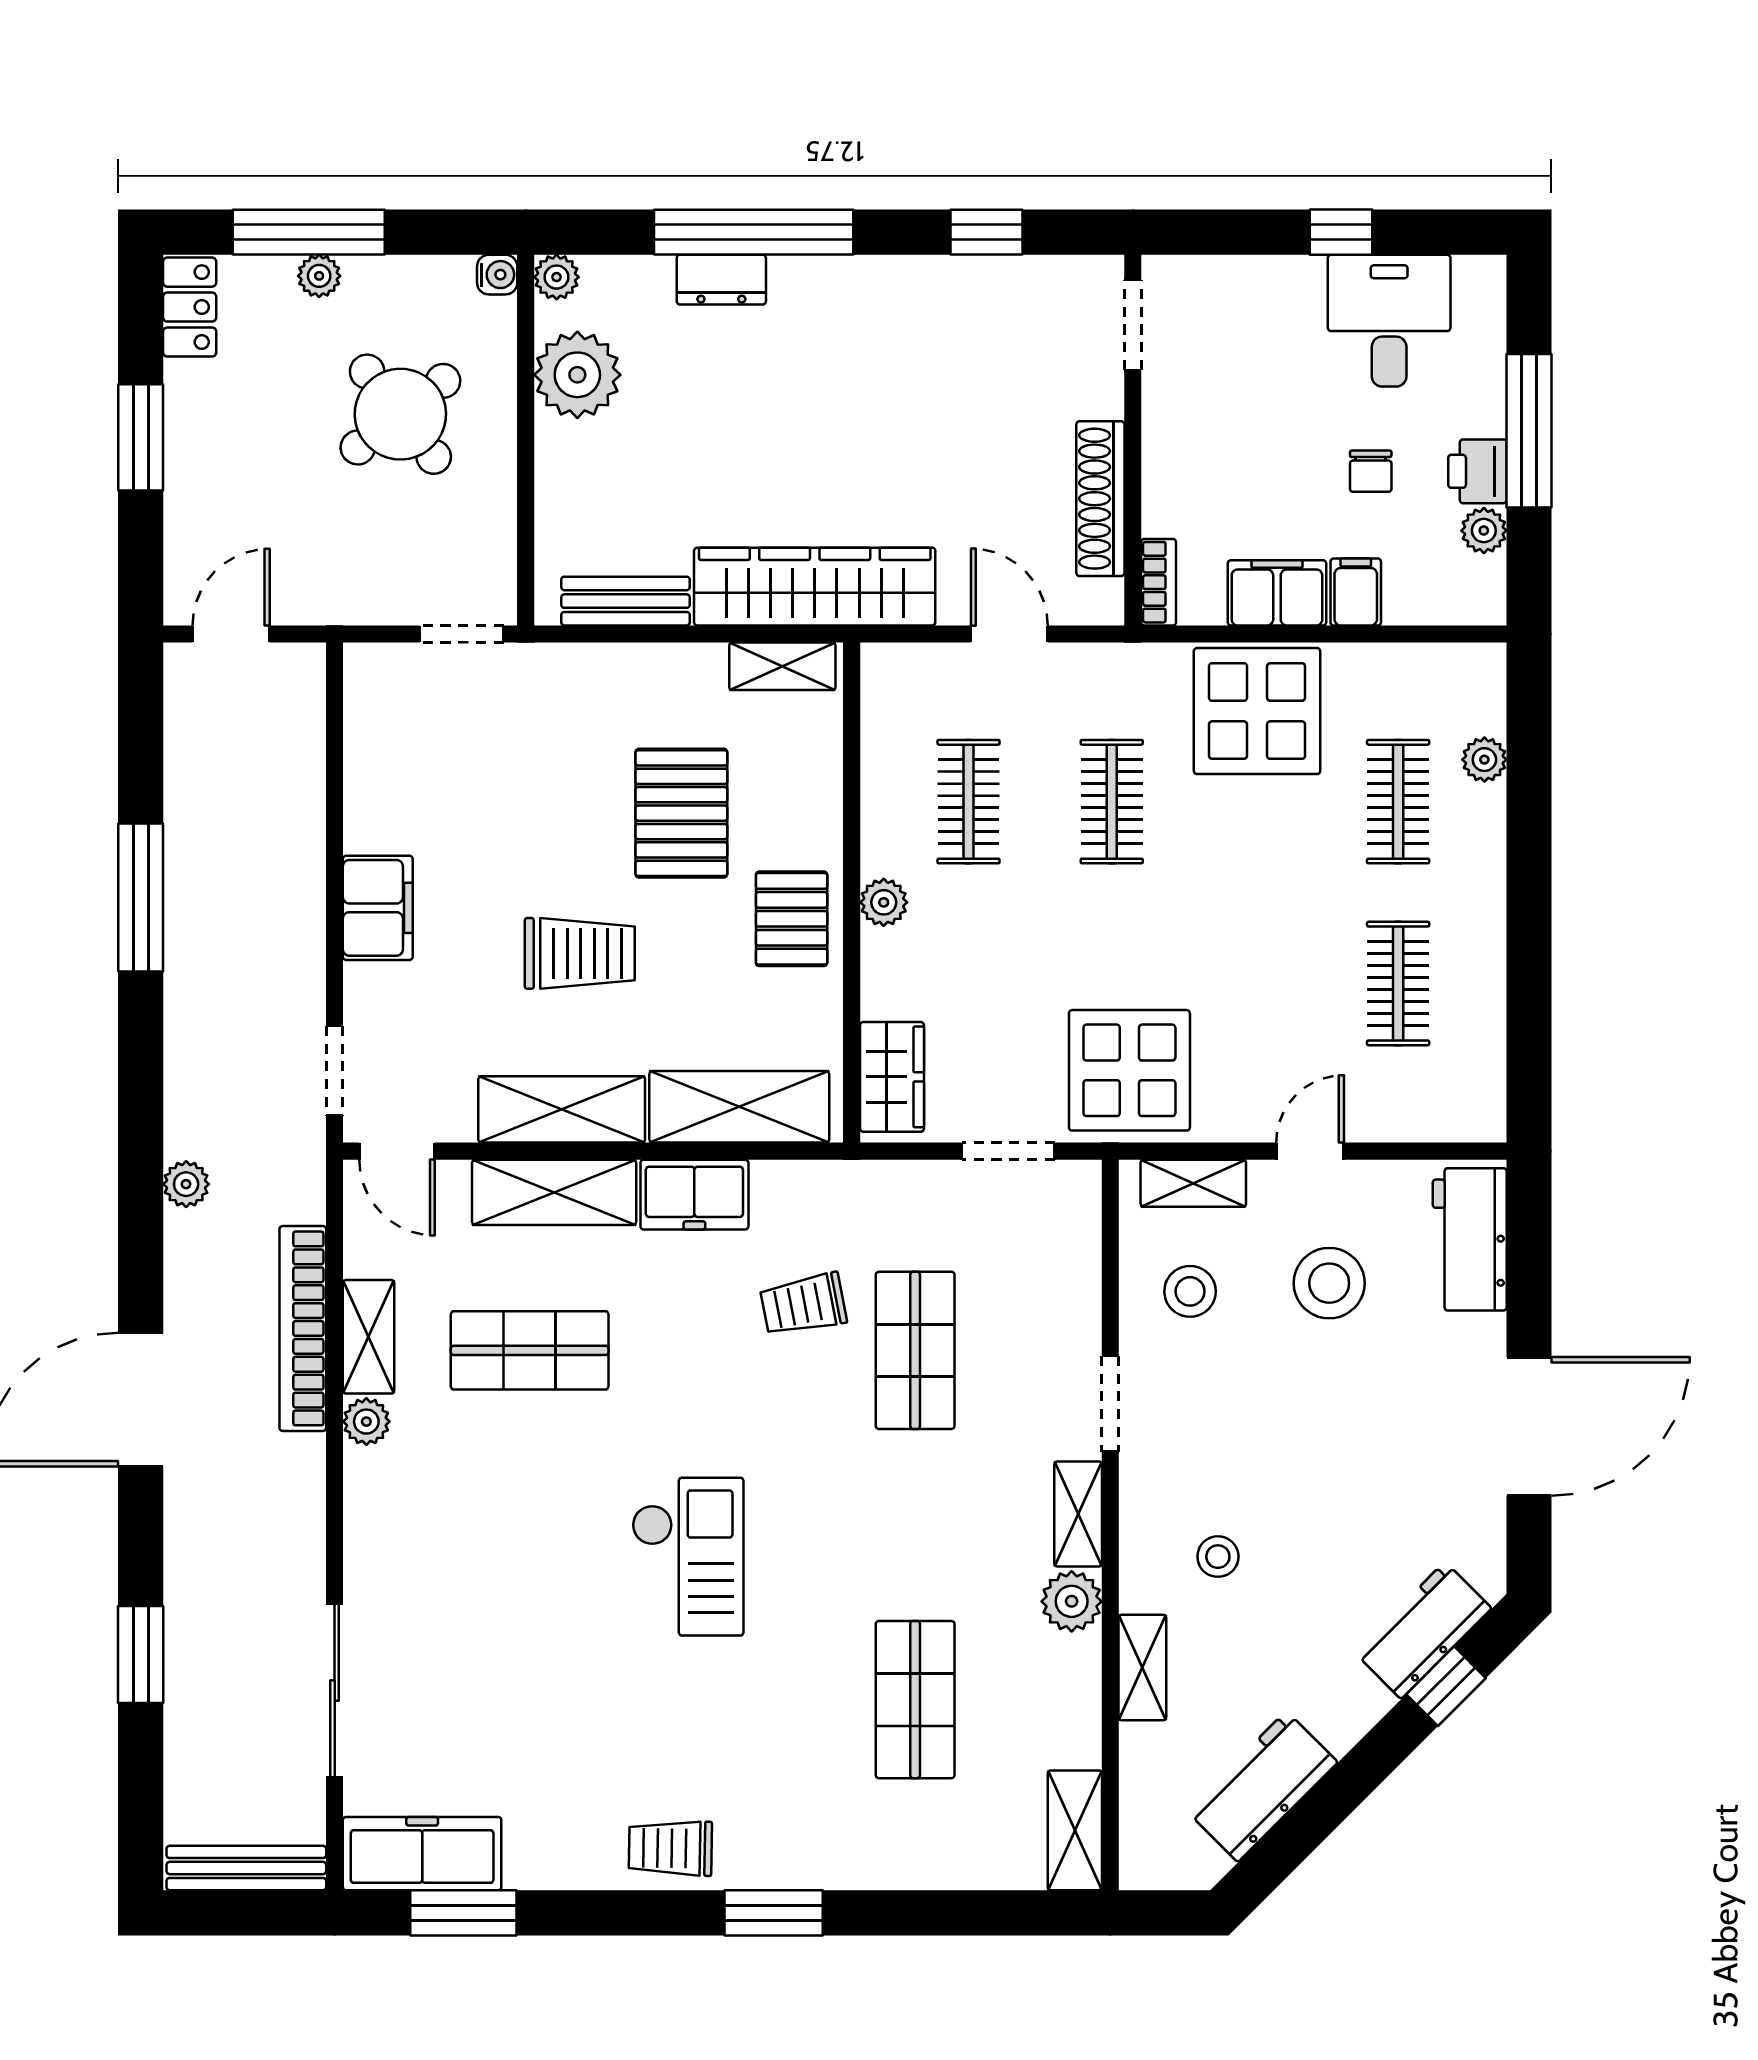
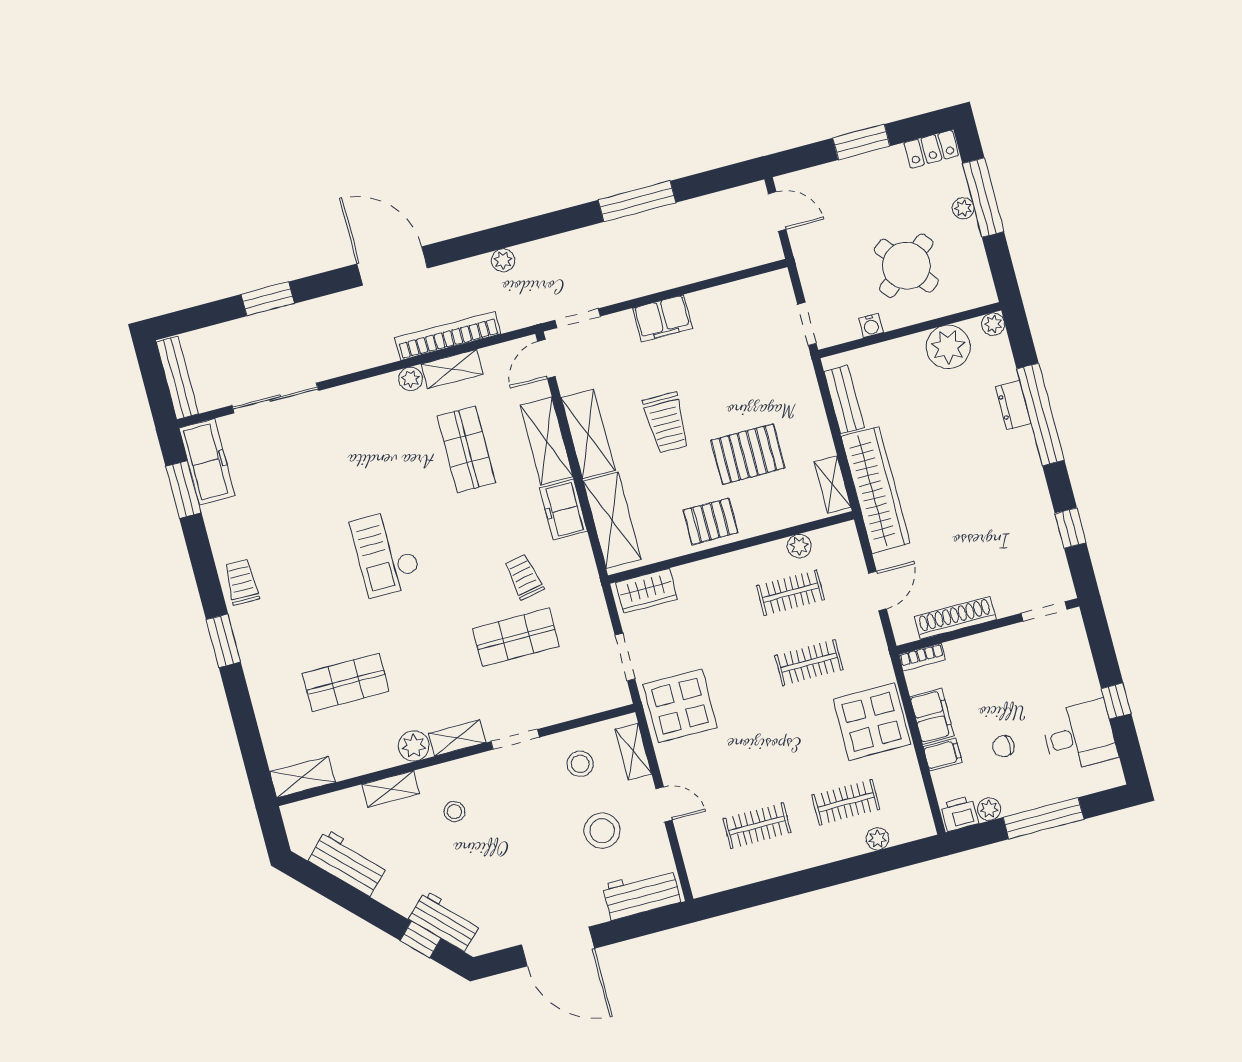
water cooler: (497, 275) -> (871, 326), moved
printer: (1477, 471) -> (959, 814), moved
plant: (884, 902) -> (799, 546), moved
checkout: (688, 1557) -> (386, 553), turned 90

